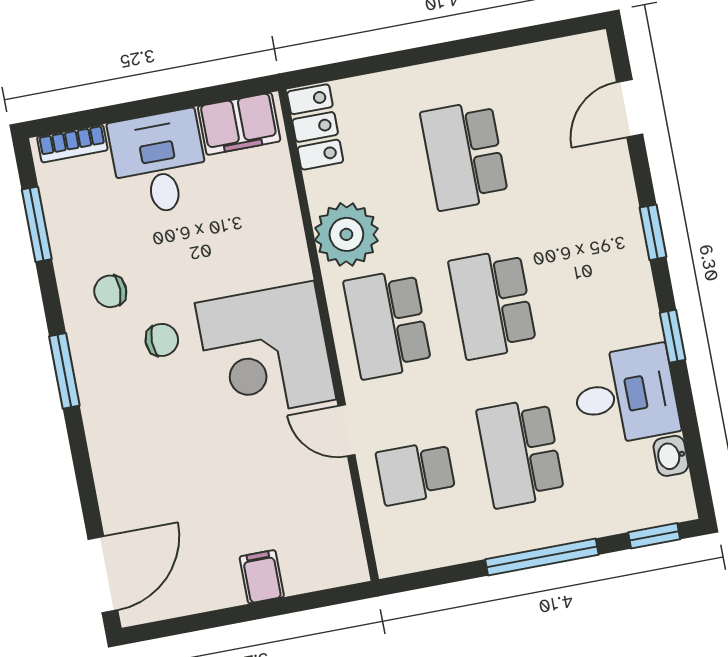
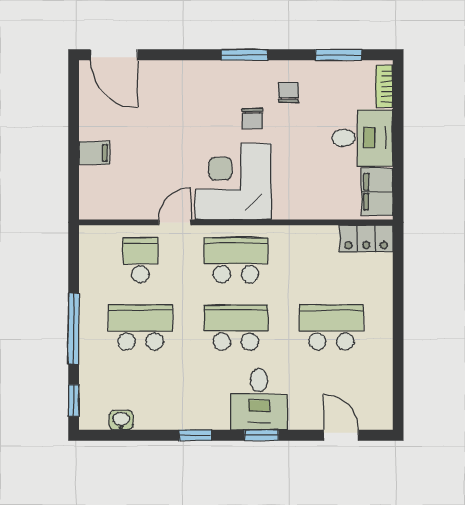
plant: (346, 234) -> (296, 245), removed
desk: (625, 395) -> (259, 399), moved

